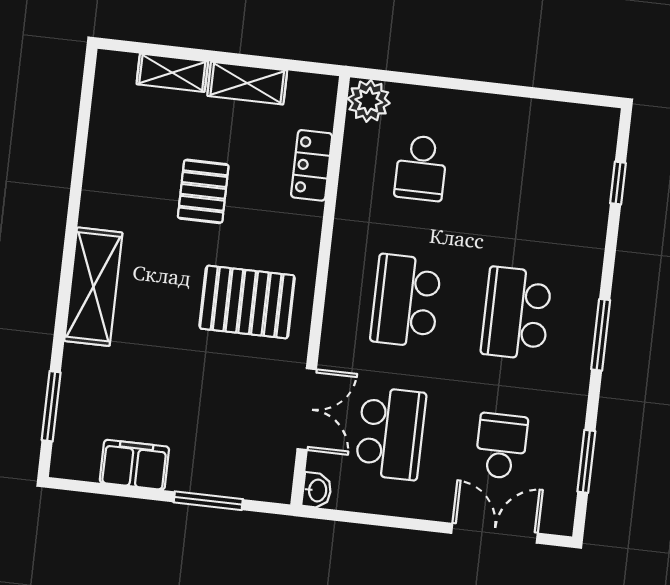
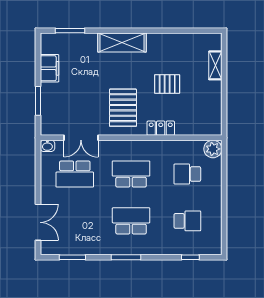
shelving: (247, 83) -> (215, 97), removed
locker: (312, 165) -> (161, 128), moved
school desk: (501, 446) -> (187, 221), moved

